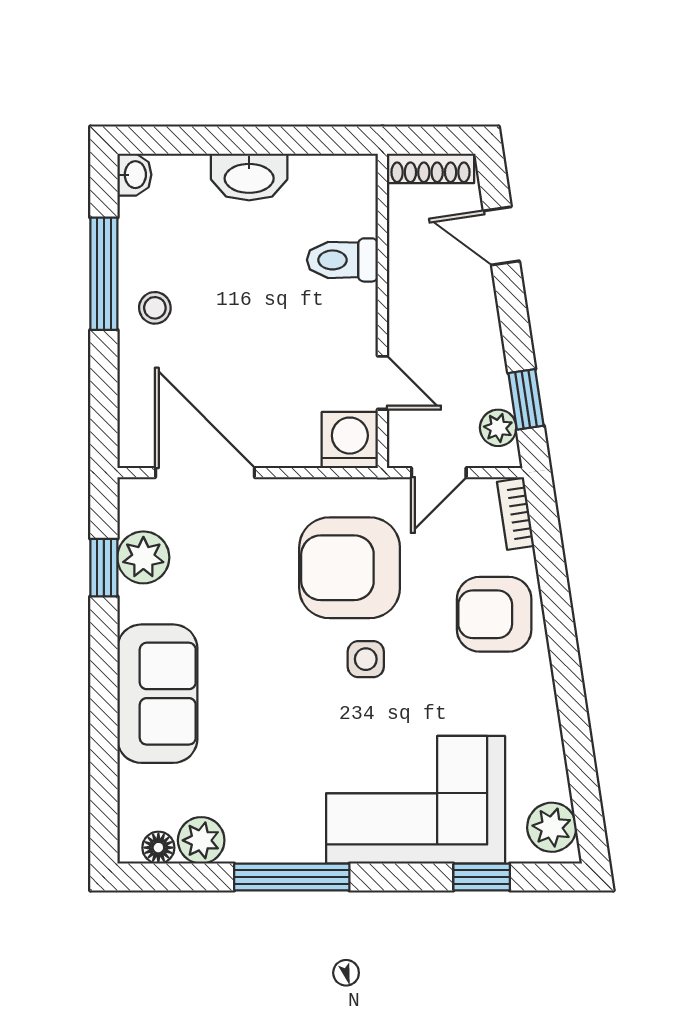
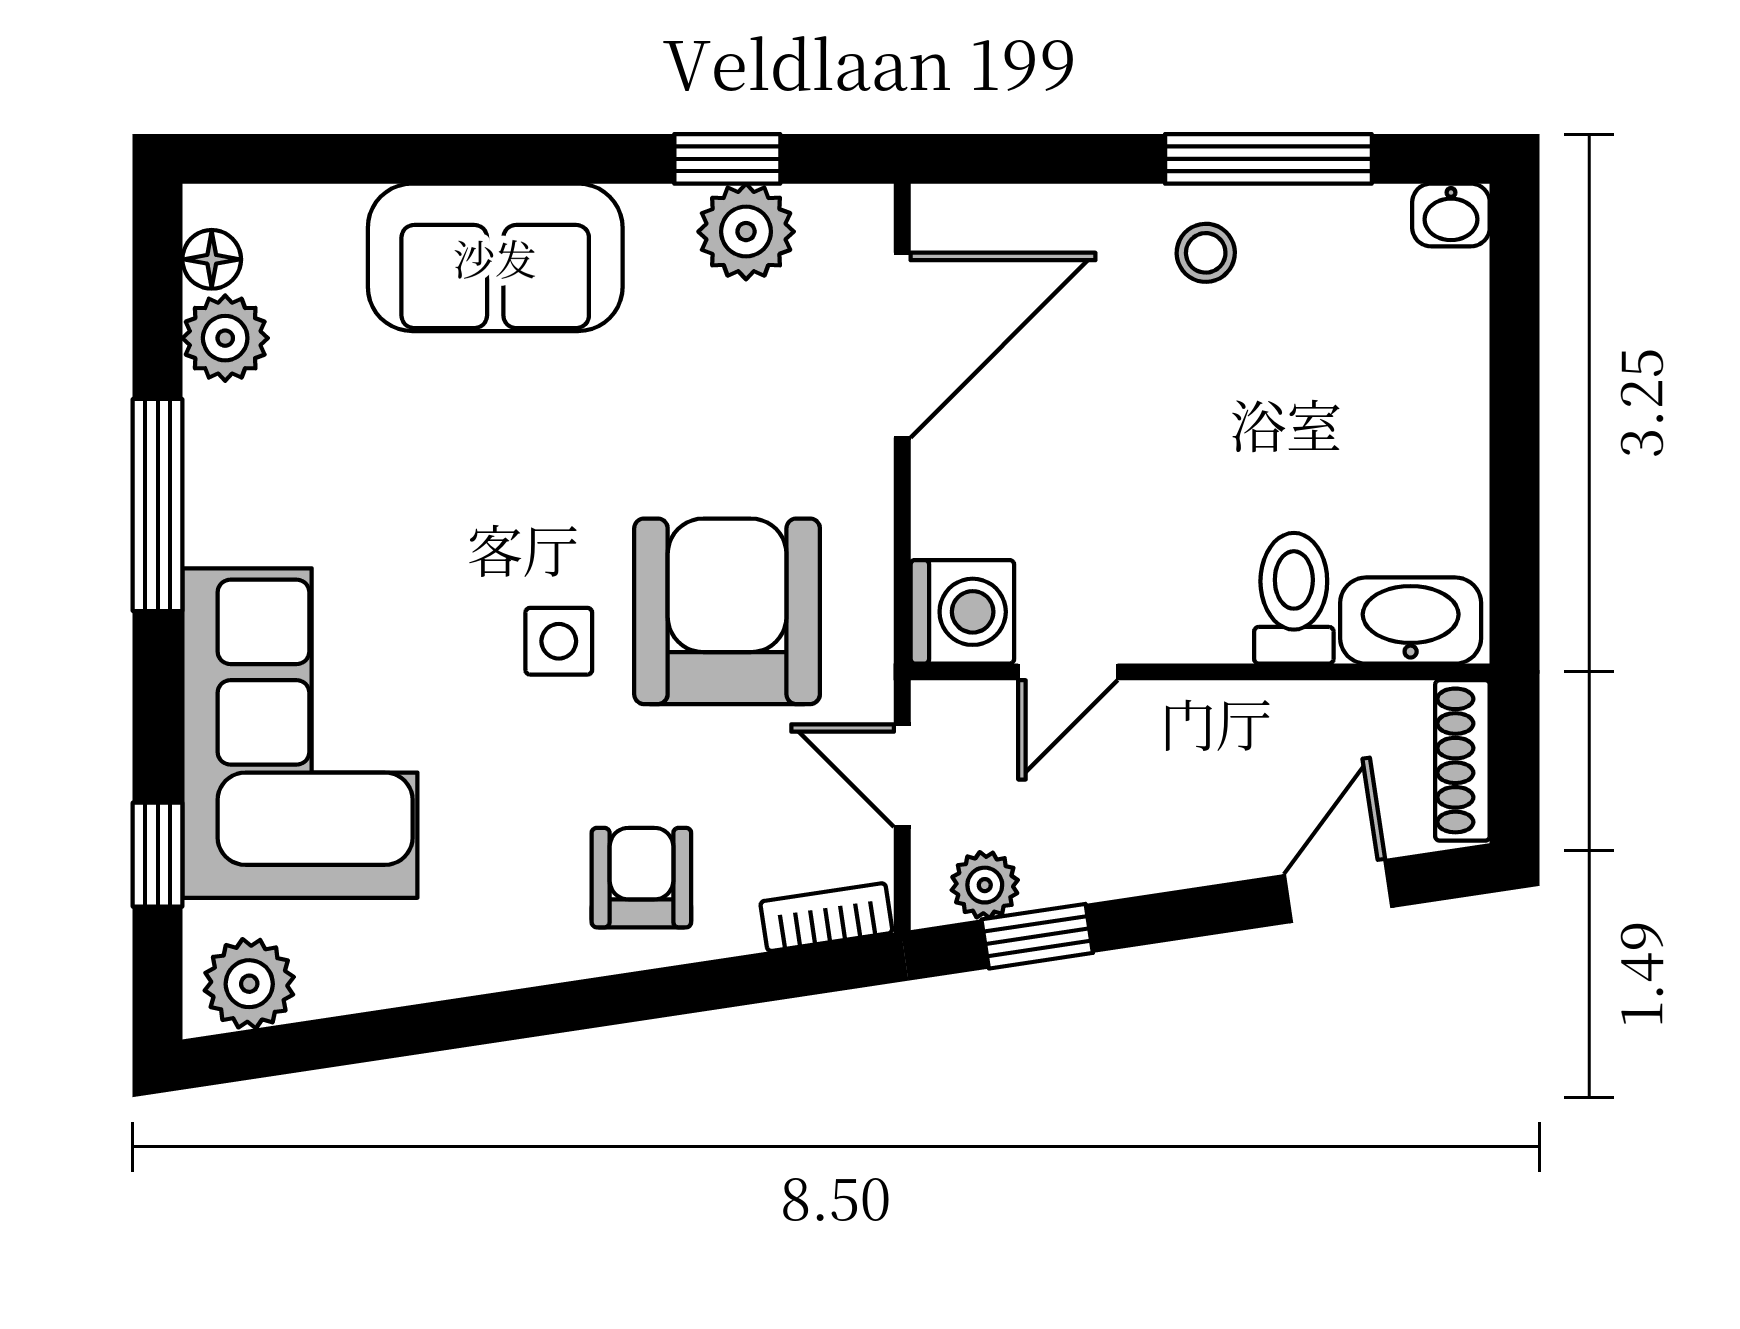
washbasin: (249, 177) -> (1411, 621), moved, turned 90
armchair: (494, 614) -> (641, 878), width x0.72, depth x0.72

